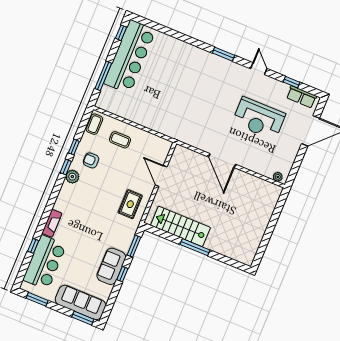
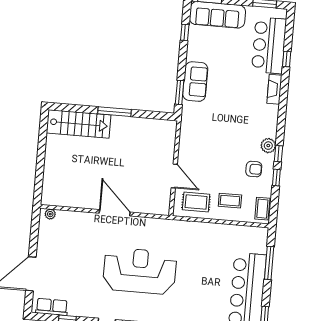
reception desk: (259, 118) -> (140, 271), moved, width x1.36, depth x1.30
rug: (130, 204) -> (196, 202), moved, turned 90
stairs: (180, 226) -> (79, 124), moved
sofa: (111, 266) -> (195, 82), moved
window: (122, 274) -> (185, 32), moved

